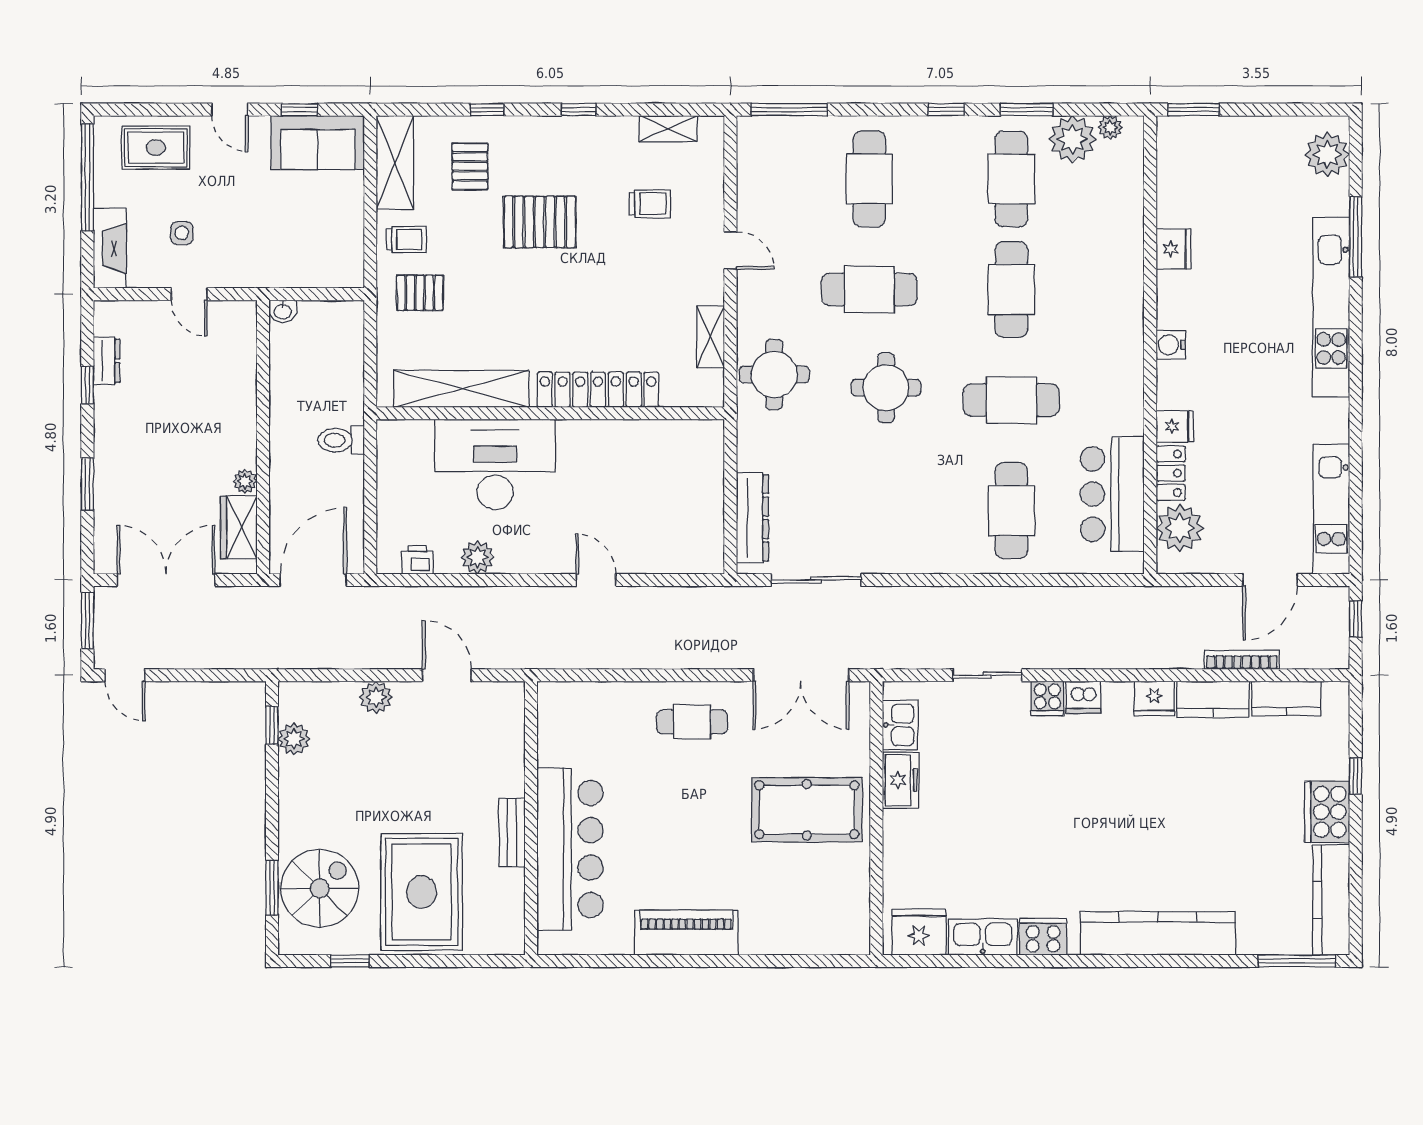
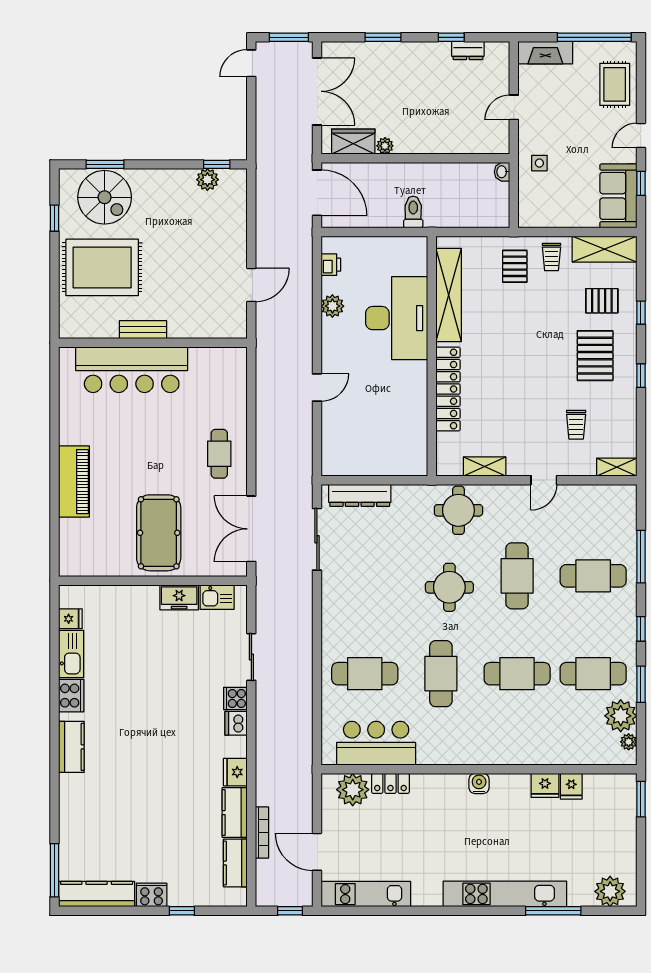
window: (789, 110) -> (641, 557), moved
shelving: (668, 129) -> (617, 467), moved, turned 90
pallet: (540, 222) -> (595, 356), moved
side table: (182, 233) -> (539, 163), moved
fridge: (1175, 426) -> (571, 786), moved
plant: (376, 697) -> (236, 236), removed
cooker: (1327, 812) -> (152, 895), width x0.73, depth x0.76
fridge: (919, 932) -> (70, 619), width x0.53, depth x0.75
piano: (686, 933) -> (74, 482), moved
kitchen counter: (1158, 933) -> (71, 747), width x0.48, depth x0.86

